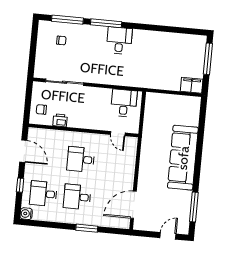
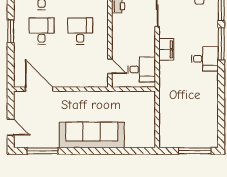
filing cabinet: (192, 85) -> (166, 49), moved
door: (118, 134) -> (110, 66), swing flipped
window: (87, 228) -> (11, 31), moved

